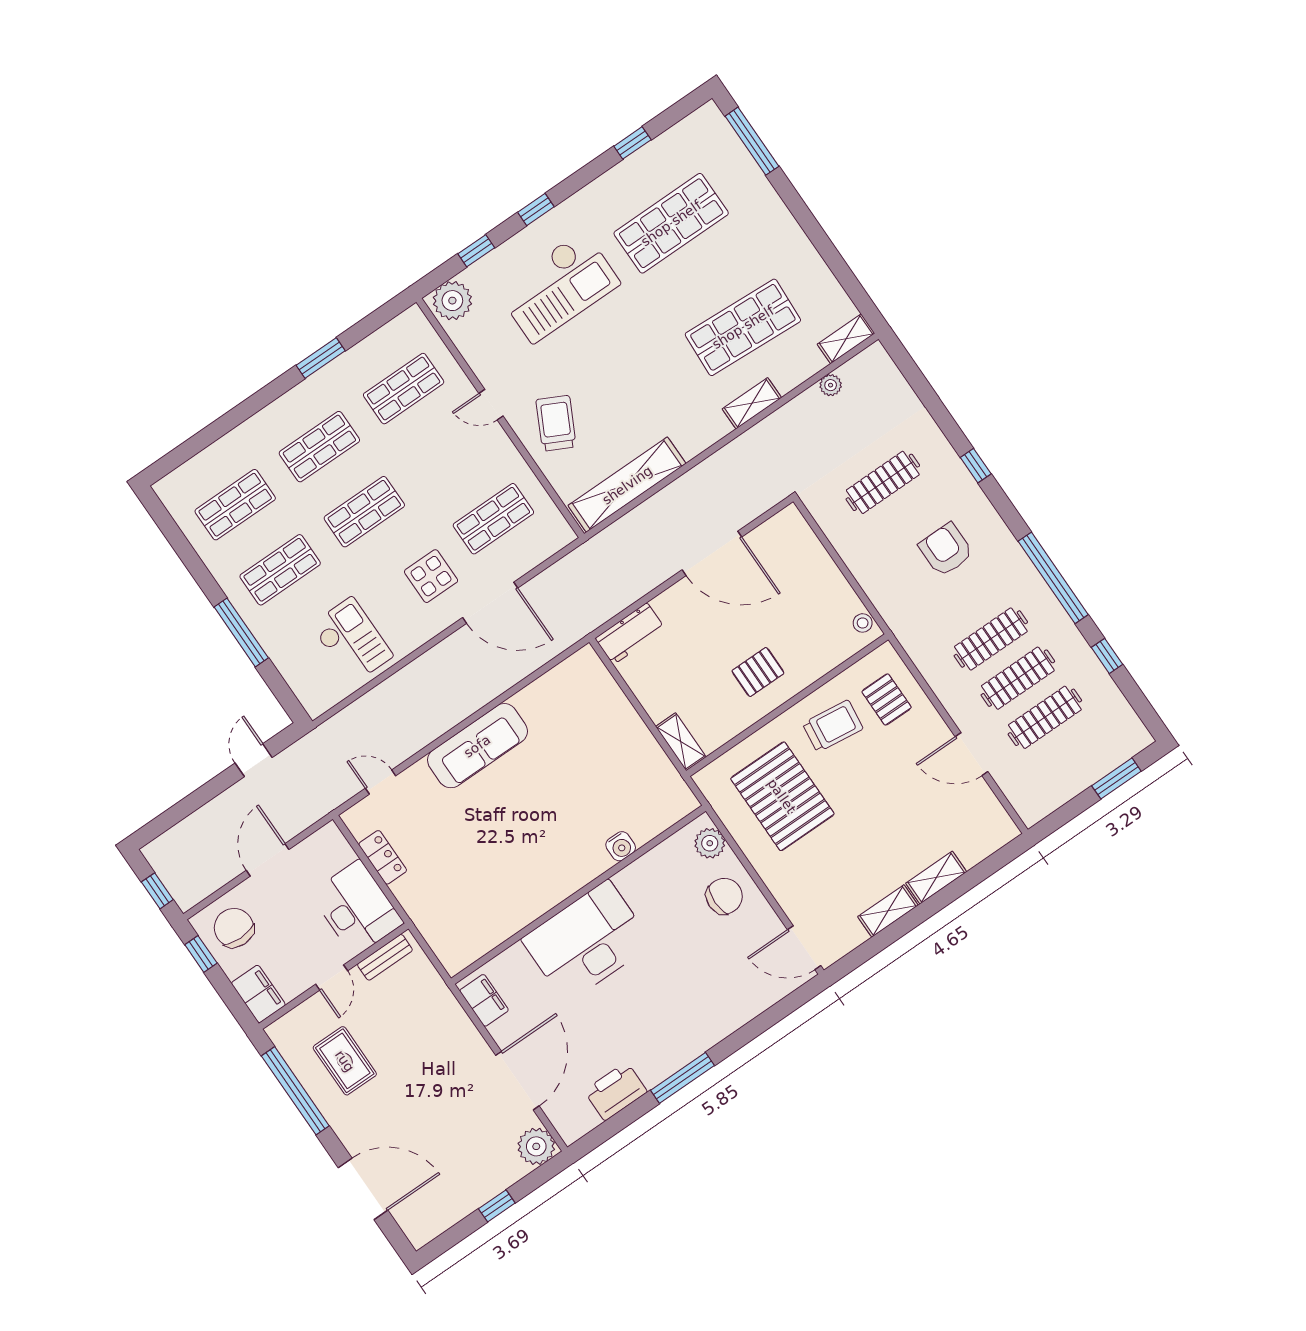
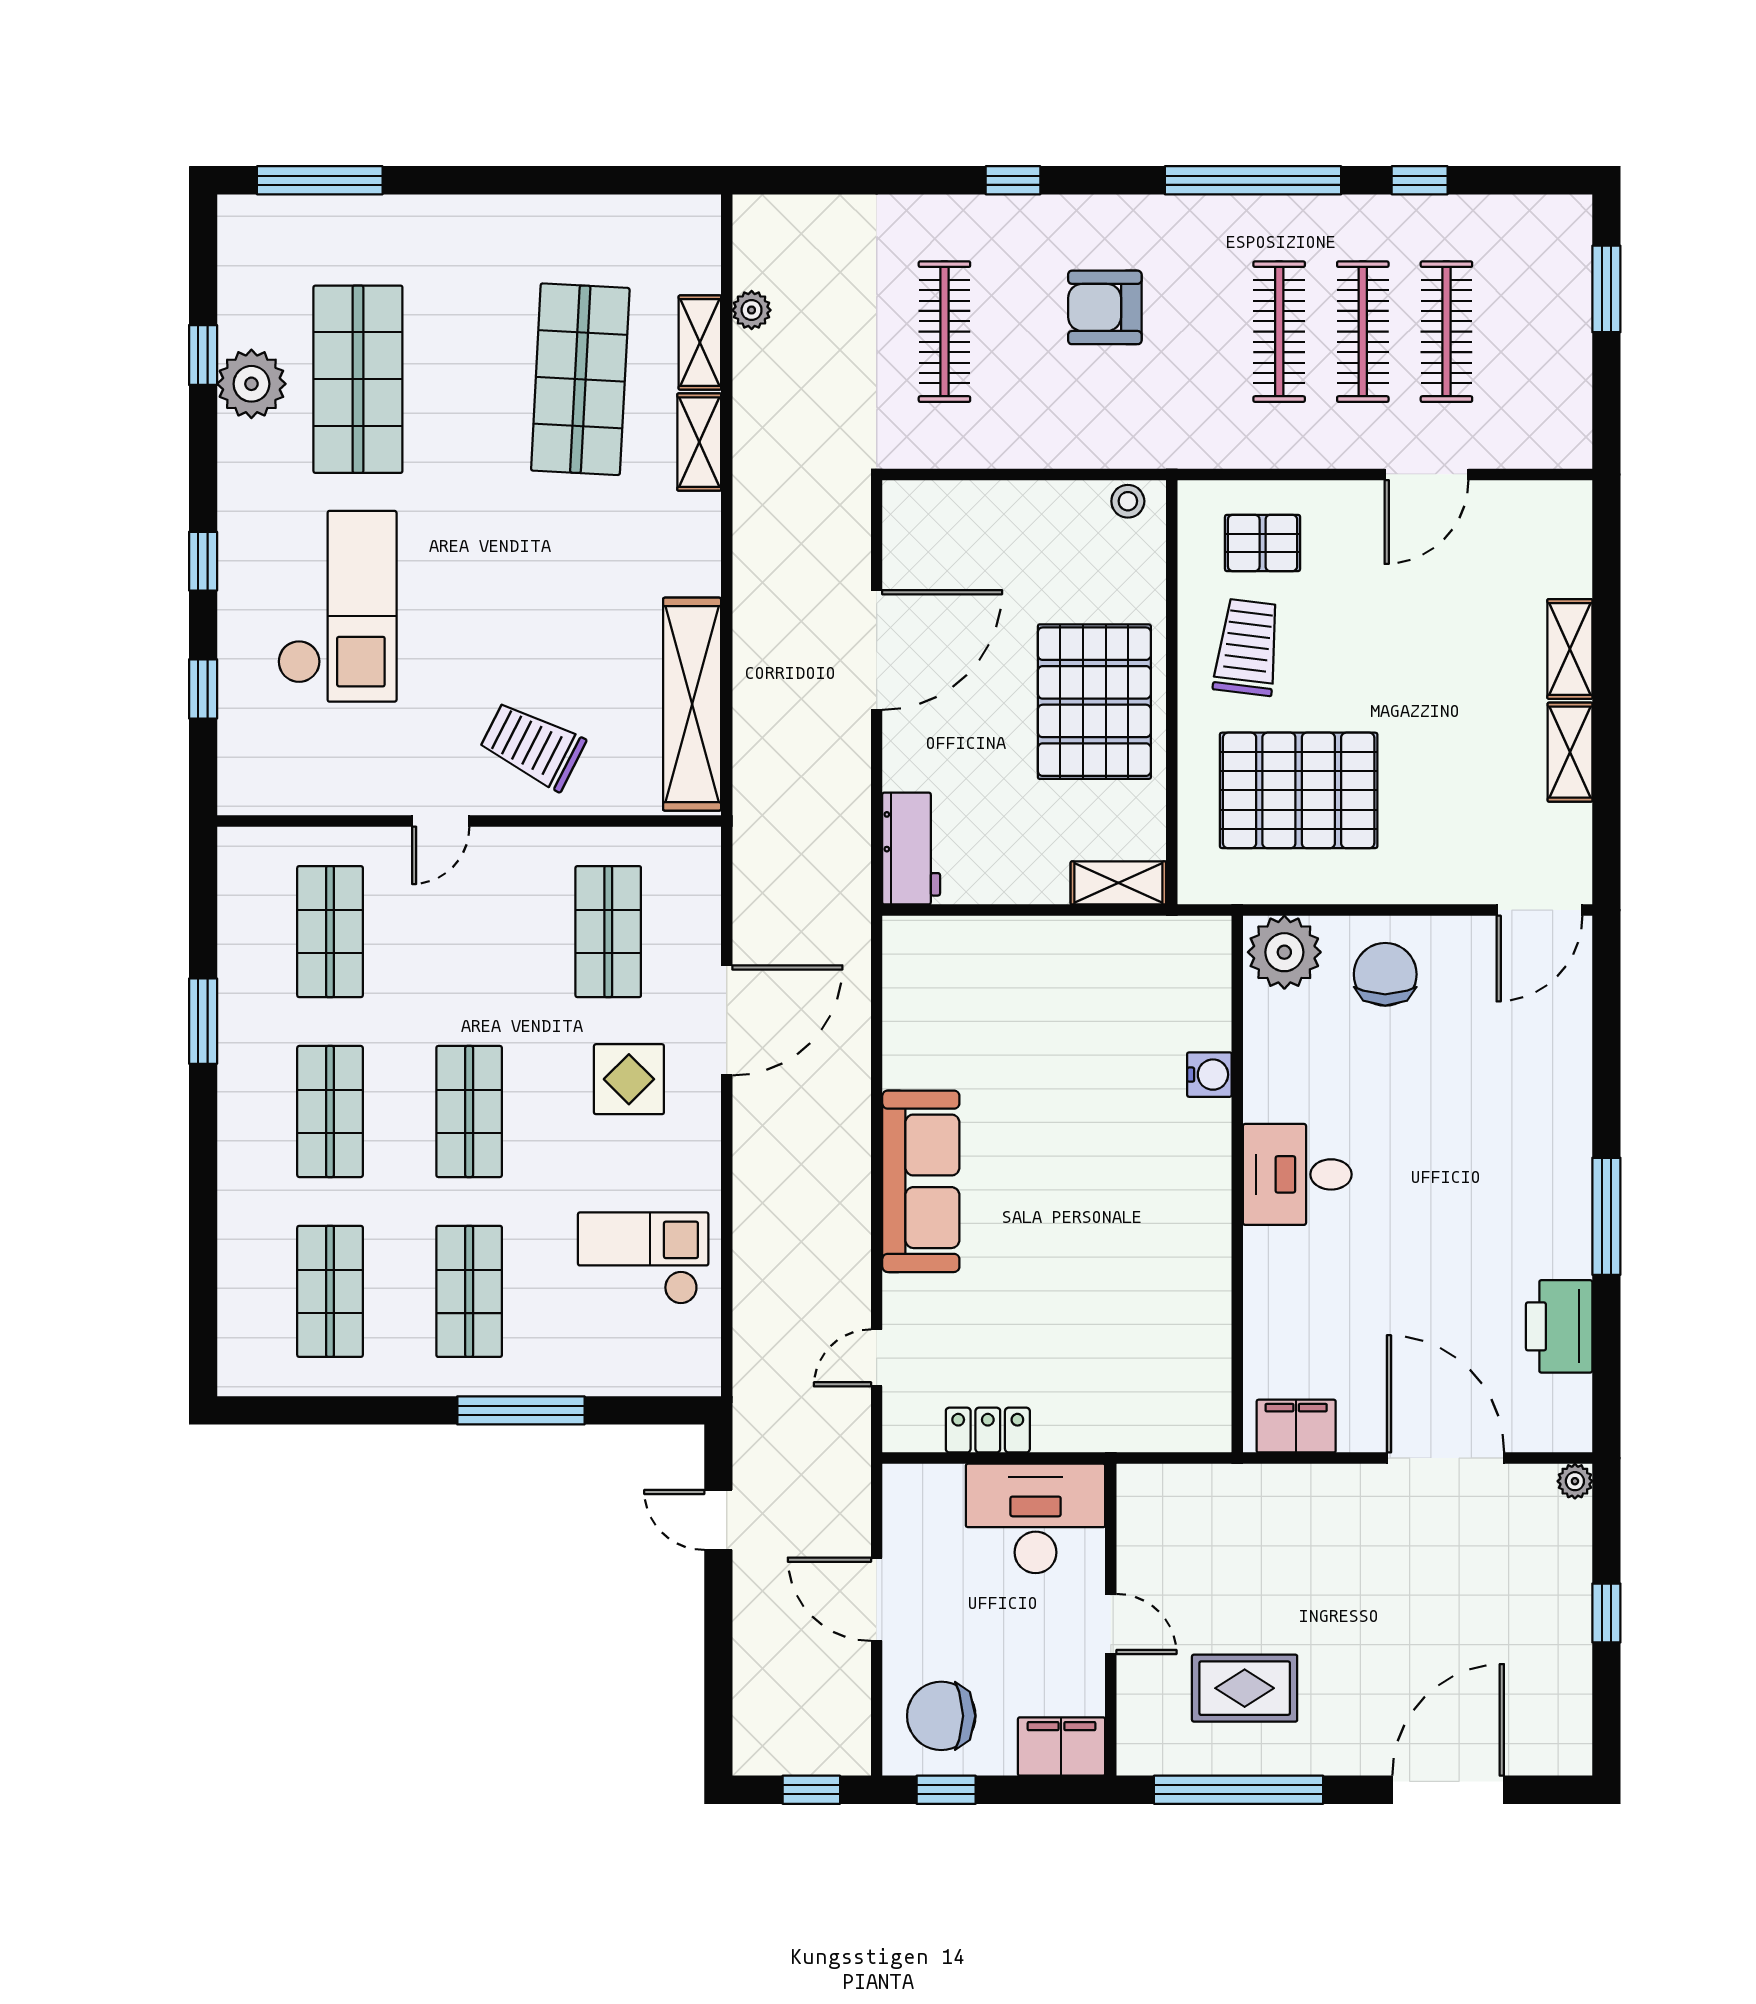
plant: (452, 301) -> (251, 384), moved
shelving: (846, 339) -> (700, 343), moved
pallet: (758, 672) -> (1094, 702), width x2.05, depth x2.00
plant: (710, 843) -> (1284, 952), width x1.36, depth x1.36
desk: (587, 941) -> (1297, 1174), width x0.53, depth x0.77
bench: (385, 957) -> (1135, 1527), removed
plant: (536, 1146) -> (1575, 1481), width x0.53, depth x0.53

